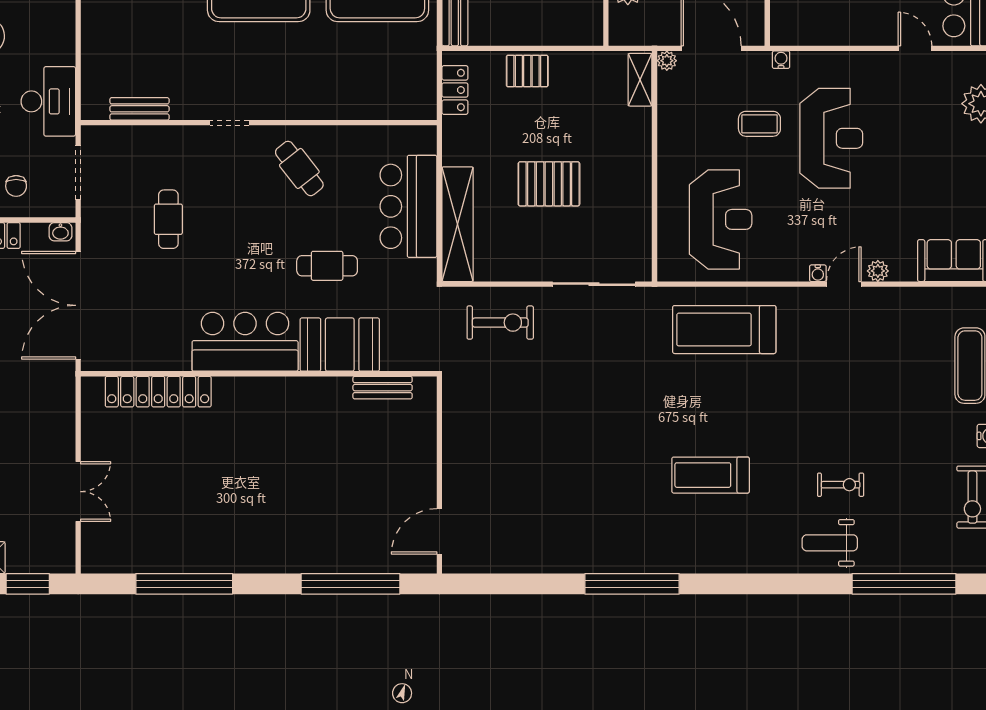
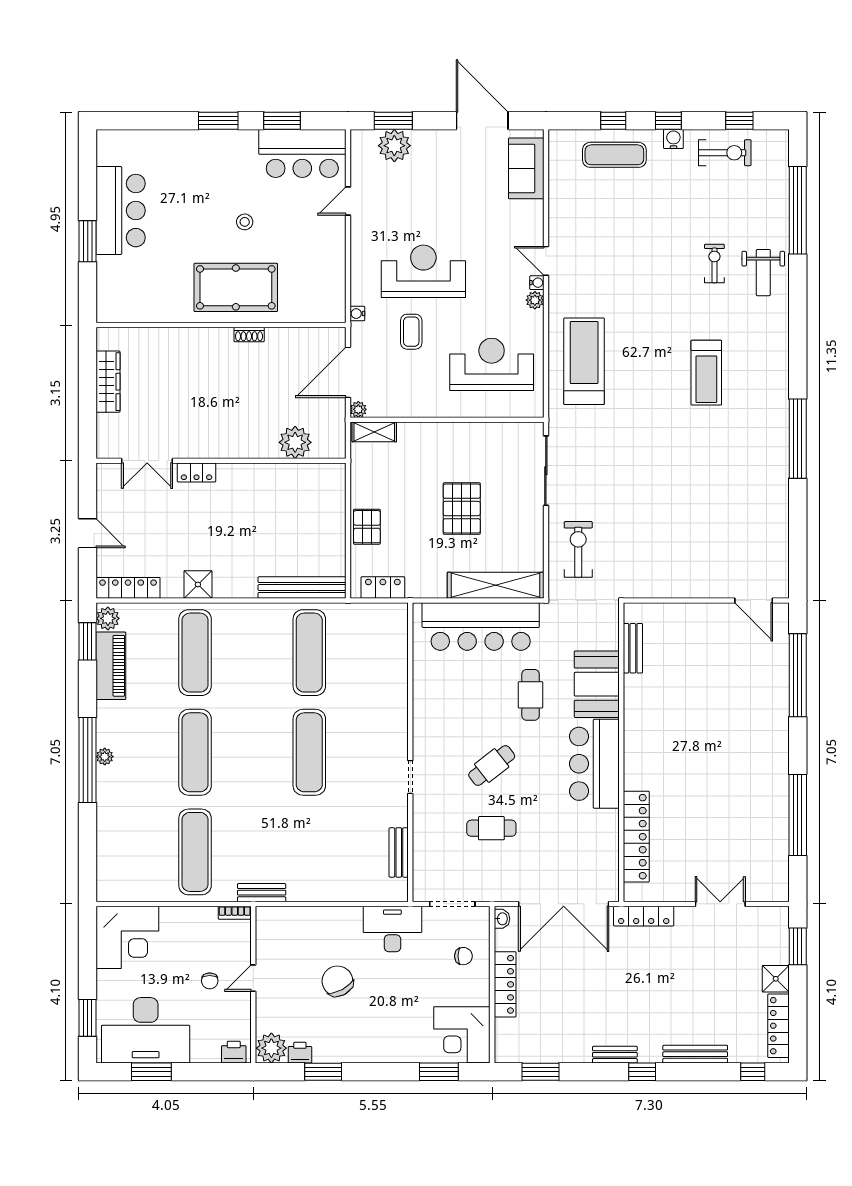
cafe table: (299, 168) -> (492, 765), moved
bar counter: (408, 206) -> (481, 627), width x1.36
plant: (878, 271) -> (535, 300), moved
treadmill: (724, 330) -> (584, 361), turned 180
locker: (64, 400) -> (644, 916), added

